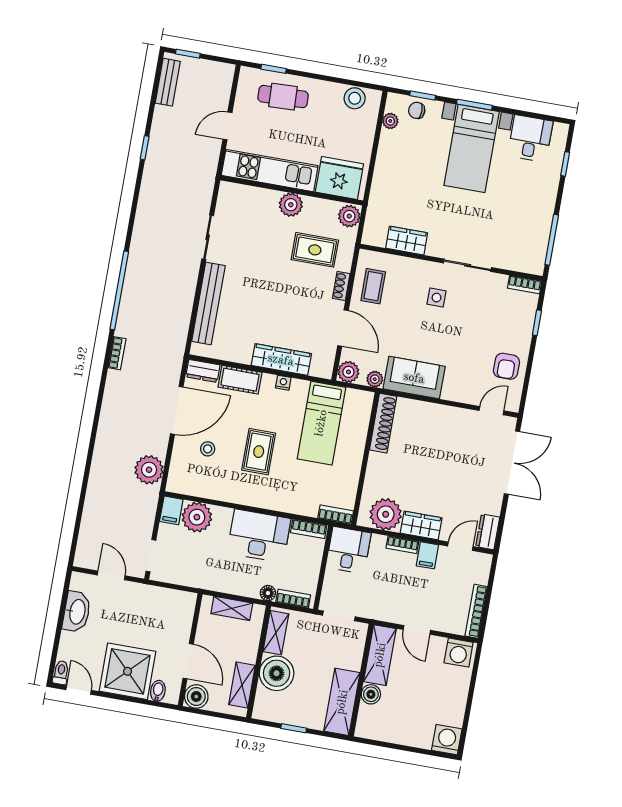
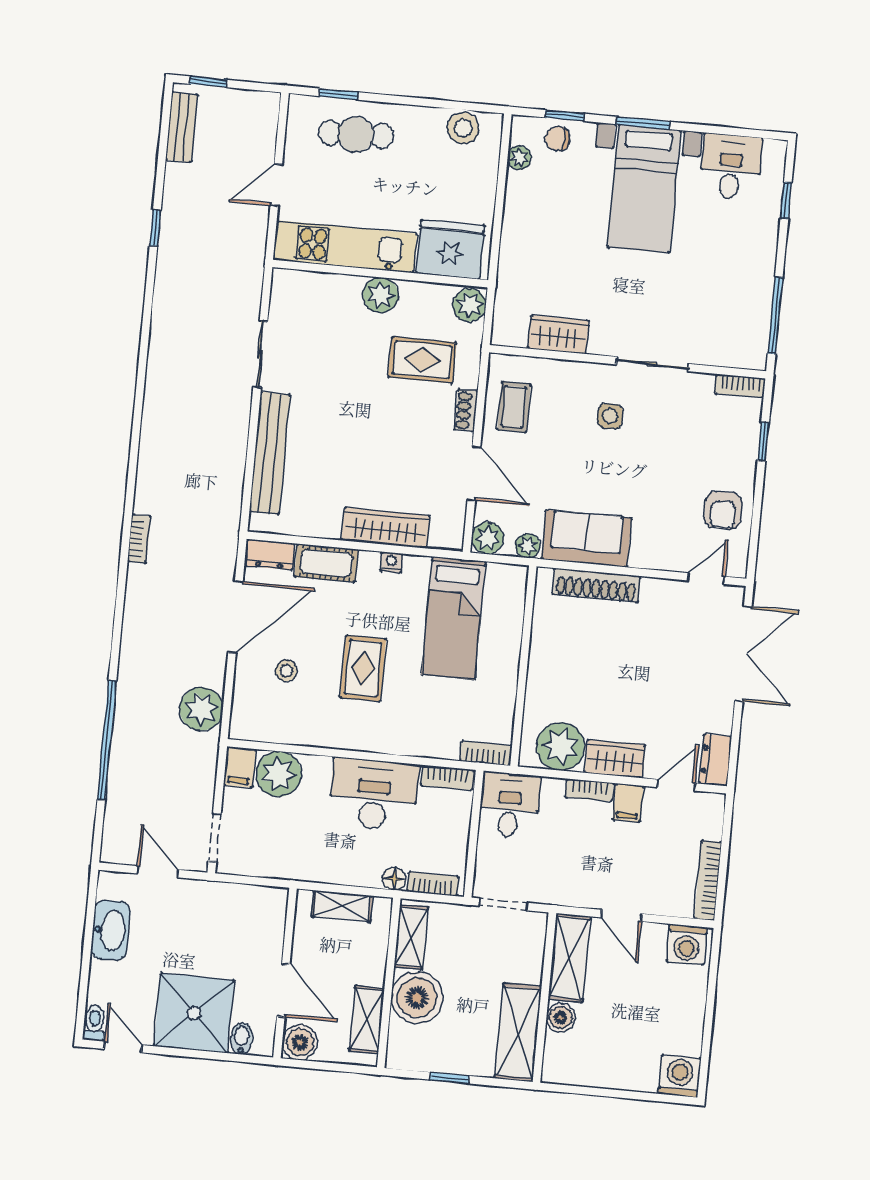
window: (119, 290) -> (107, 740), moved
shoe rack: (383, 423) -> (596, 585), moved, turned 90

